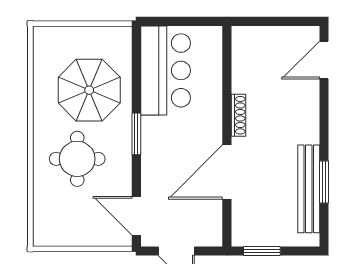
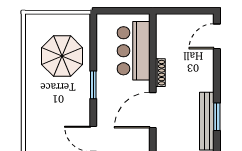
bar counter: (166, 70) -> (134, 51), moved, turned 180
round table: (77, 159) -> (54, 101), removed

